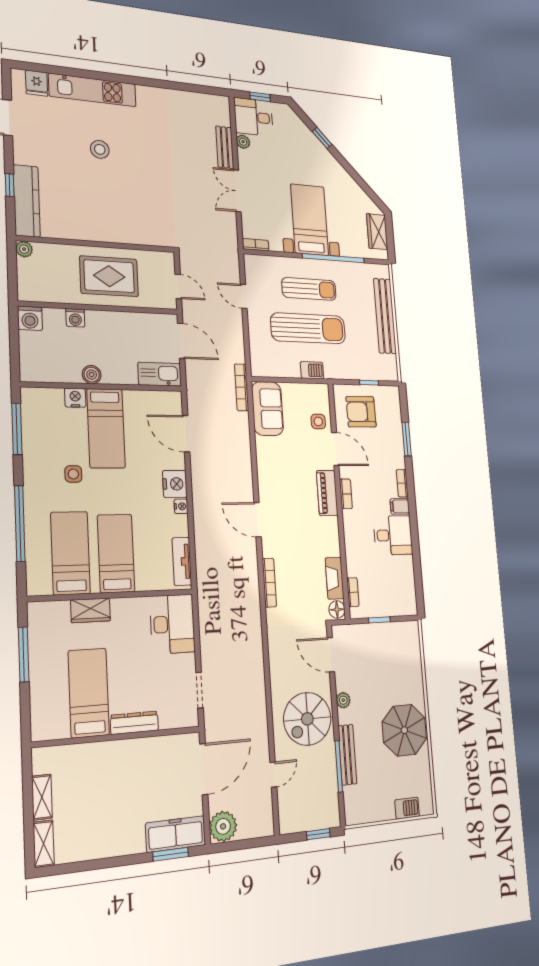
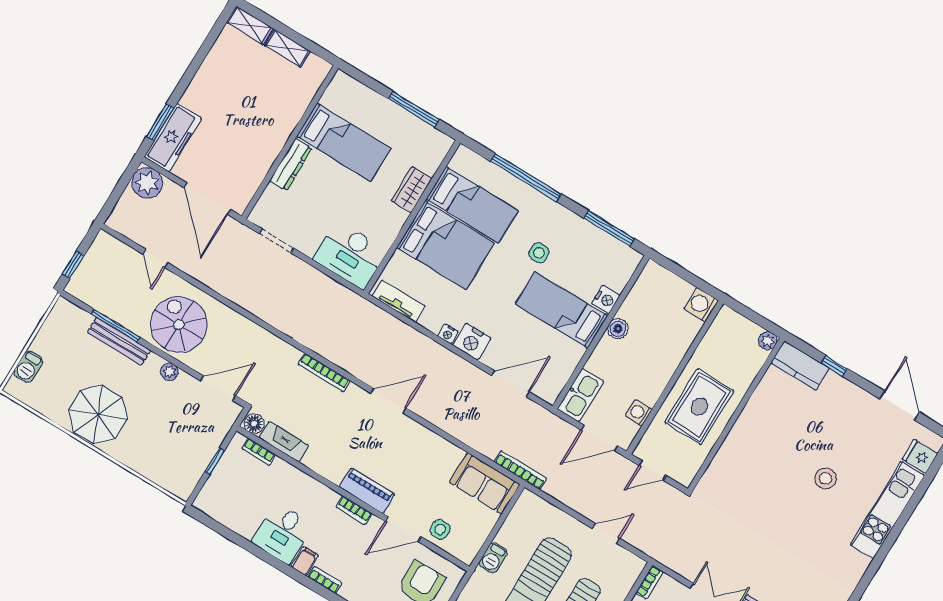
kitchen counter: (27, 201) -> (800, 366), width x0.67
washing machine: (75, 318) -> (639, 413), moved
bed: (116, 553) -> (445, 245), width x1.50

